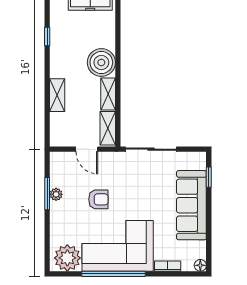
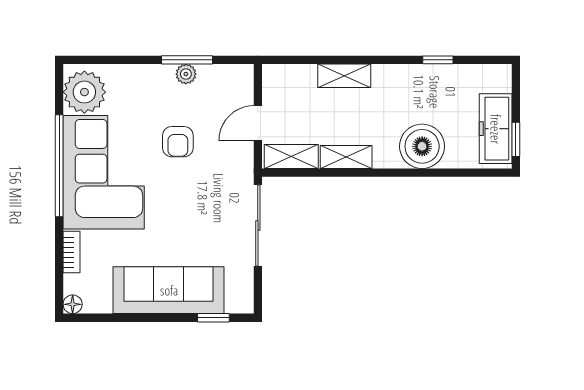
boiler: (101, 62) -> (422, 146), moved

